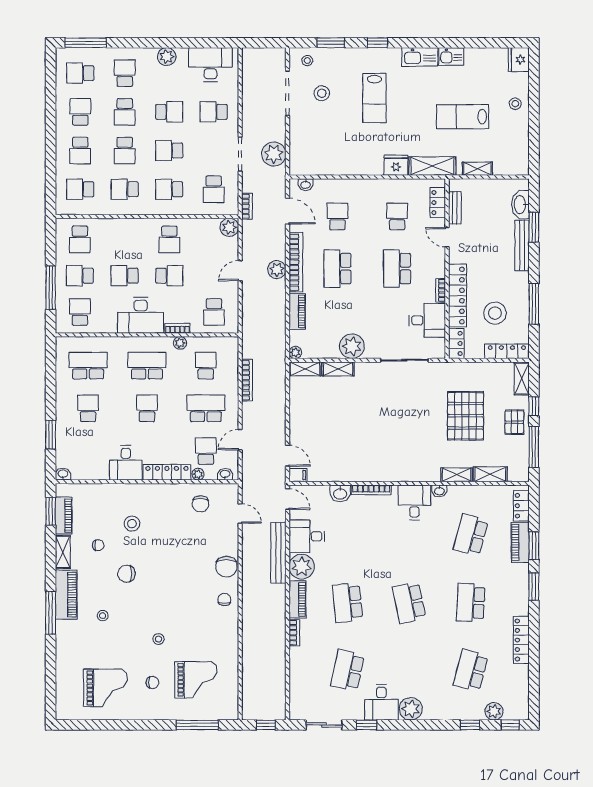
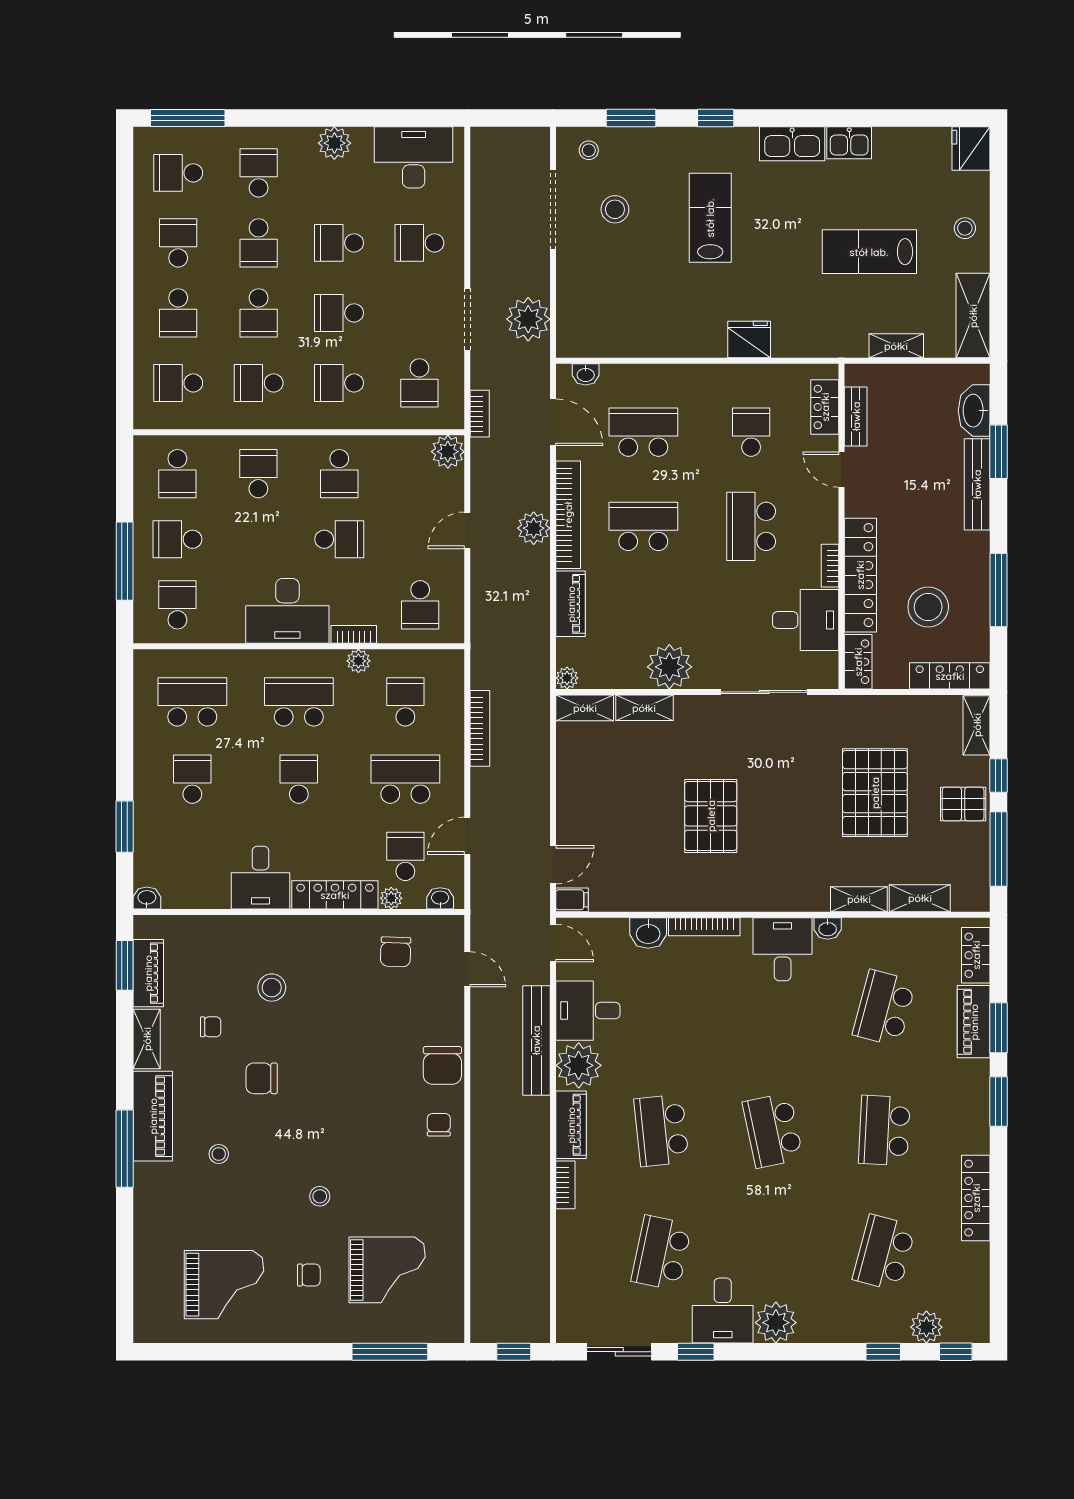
lab bench: (374, 98) -> (710, 218), turned 180
school desk: (169, 112) -> (339, 243), turned 180
shelving: (432, 166) -> (973, 316), moved, turned 90
school desk: (337, 216) -> (643, 432), width x1.85
school desk: (337, 269) -> (643, 526), turned 90
school desk: (125, 276) -> (258, 474), moved, turned 90
pallet: (514, 422) -> (963, 804), turned 90
pallet: (375, 429) -> (711, 816), added
door: (287, 456) -> (553, 865), hinge flipped

